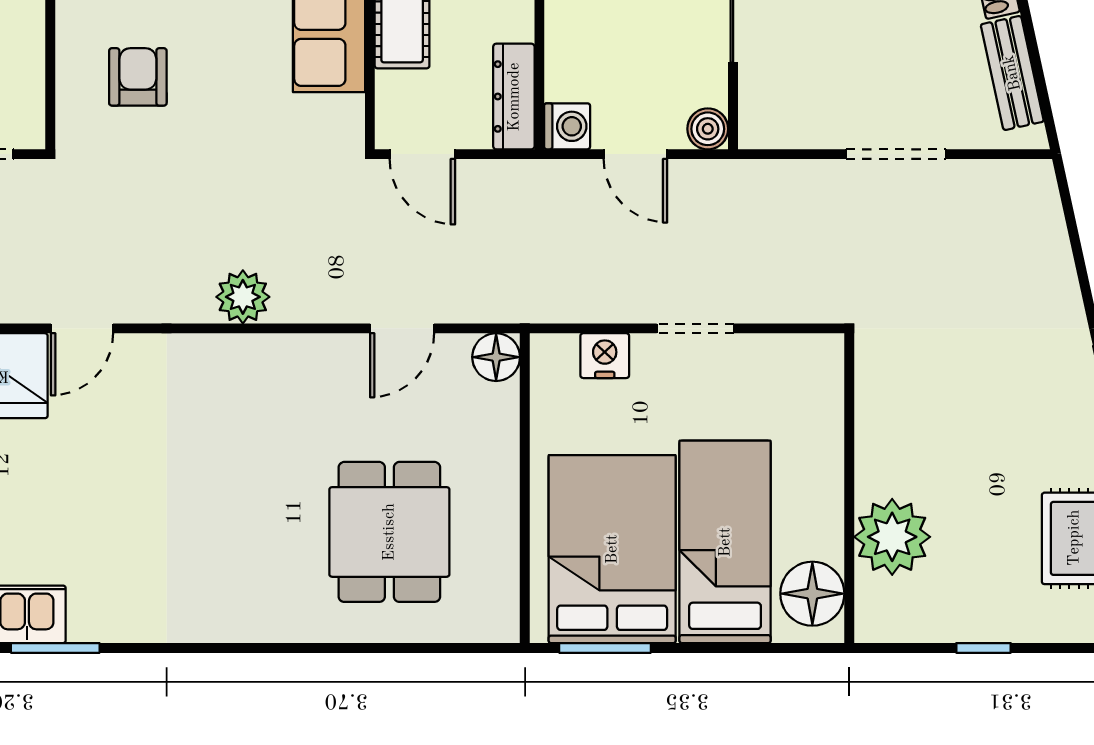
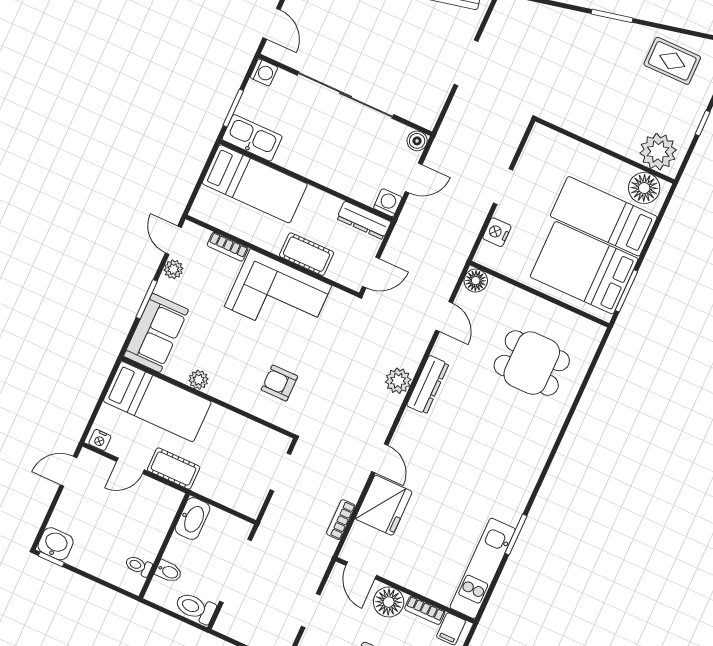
dresser: (261, 356) -> (428, 385), added
plant: (892, 537) -> (658, 152), moved

